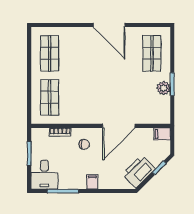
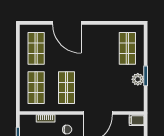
door: (109, 25) -> (67, 23), moved
shop shelf: (84, 97) -> (67, 88), added

